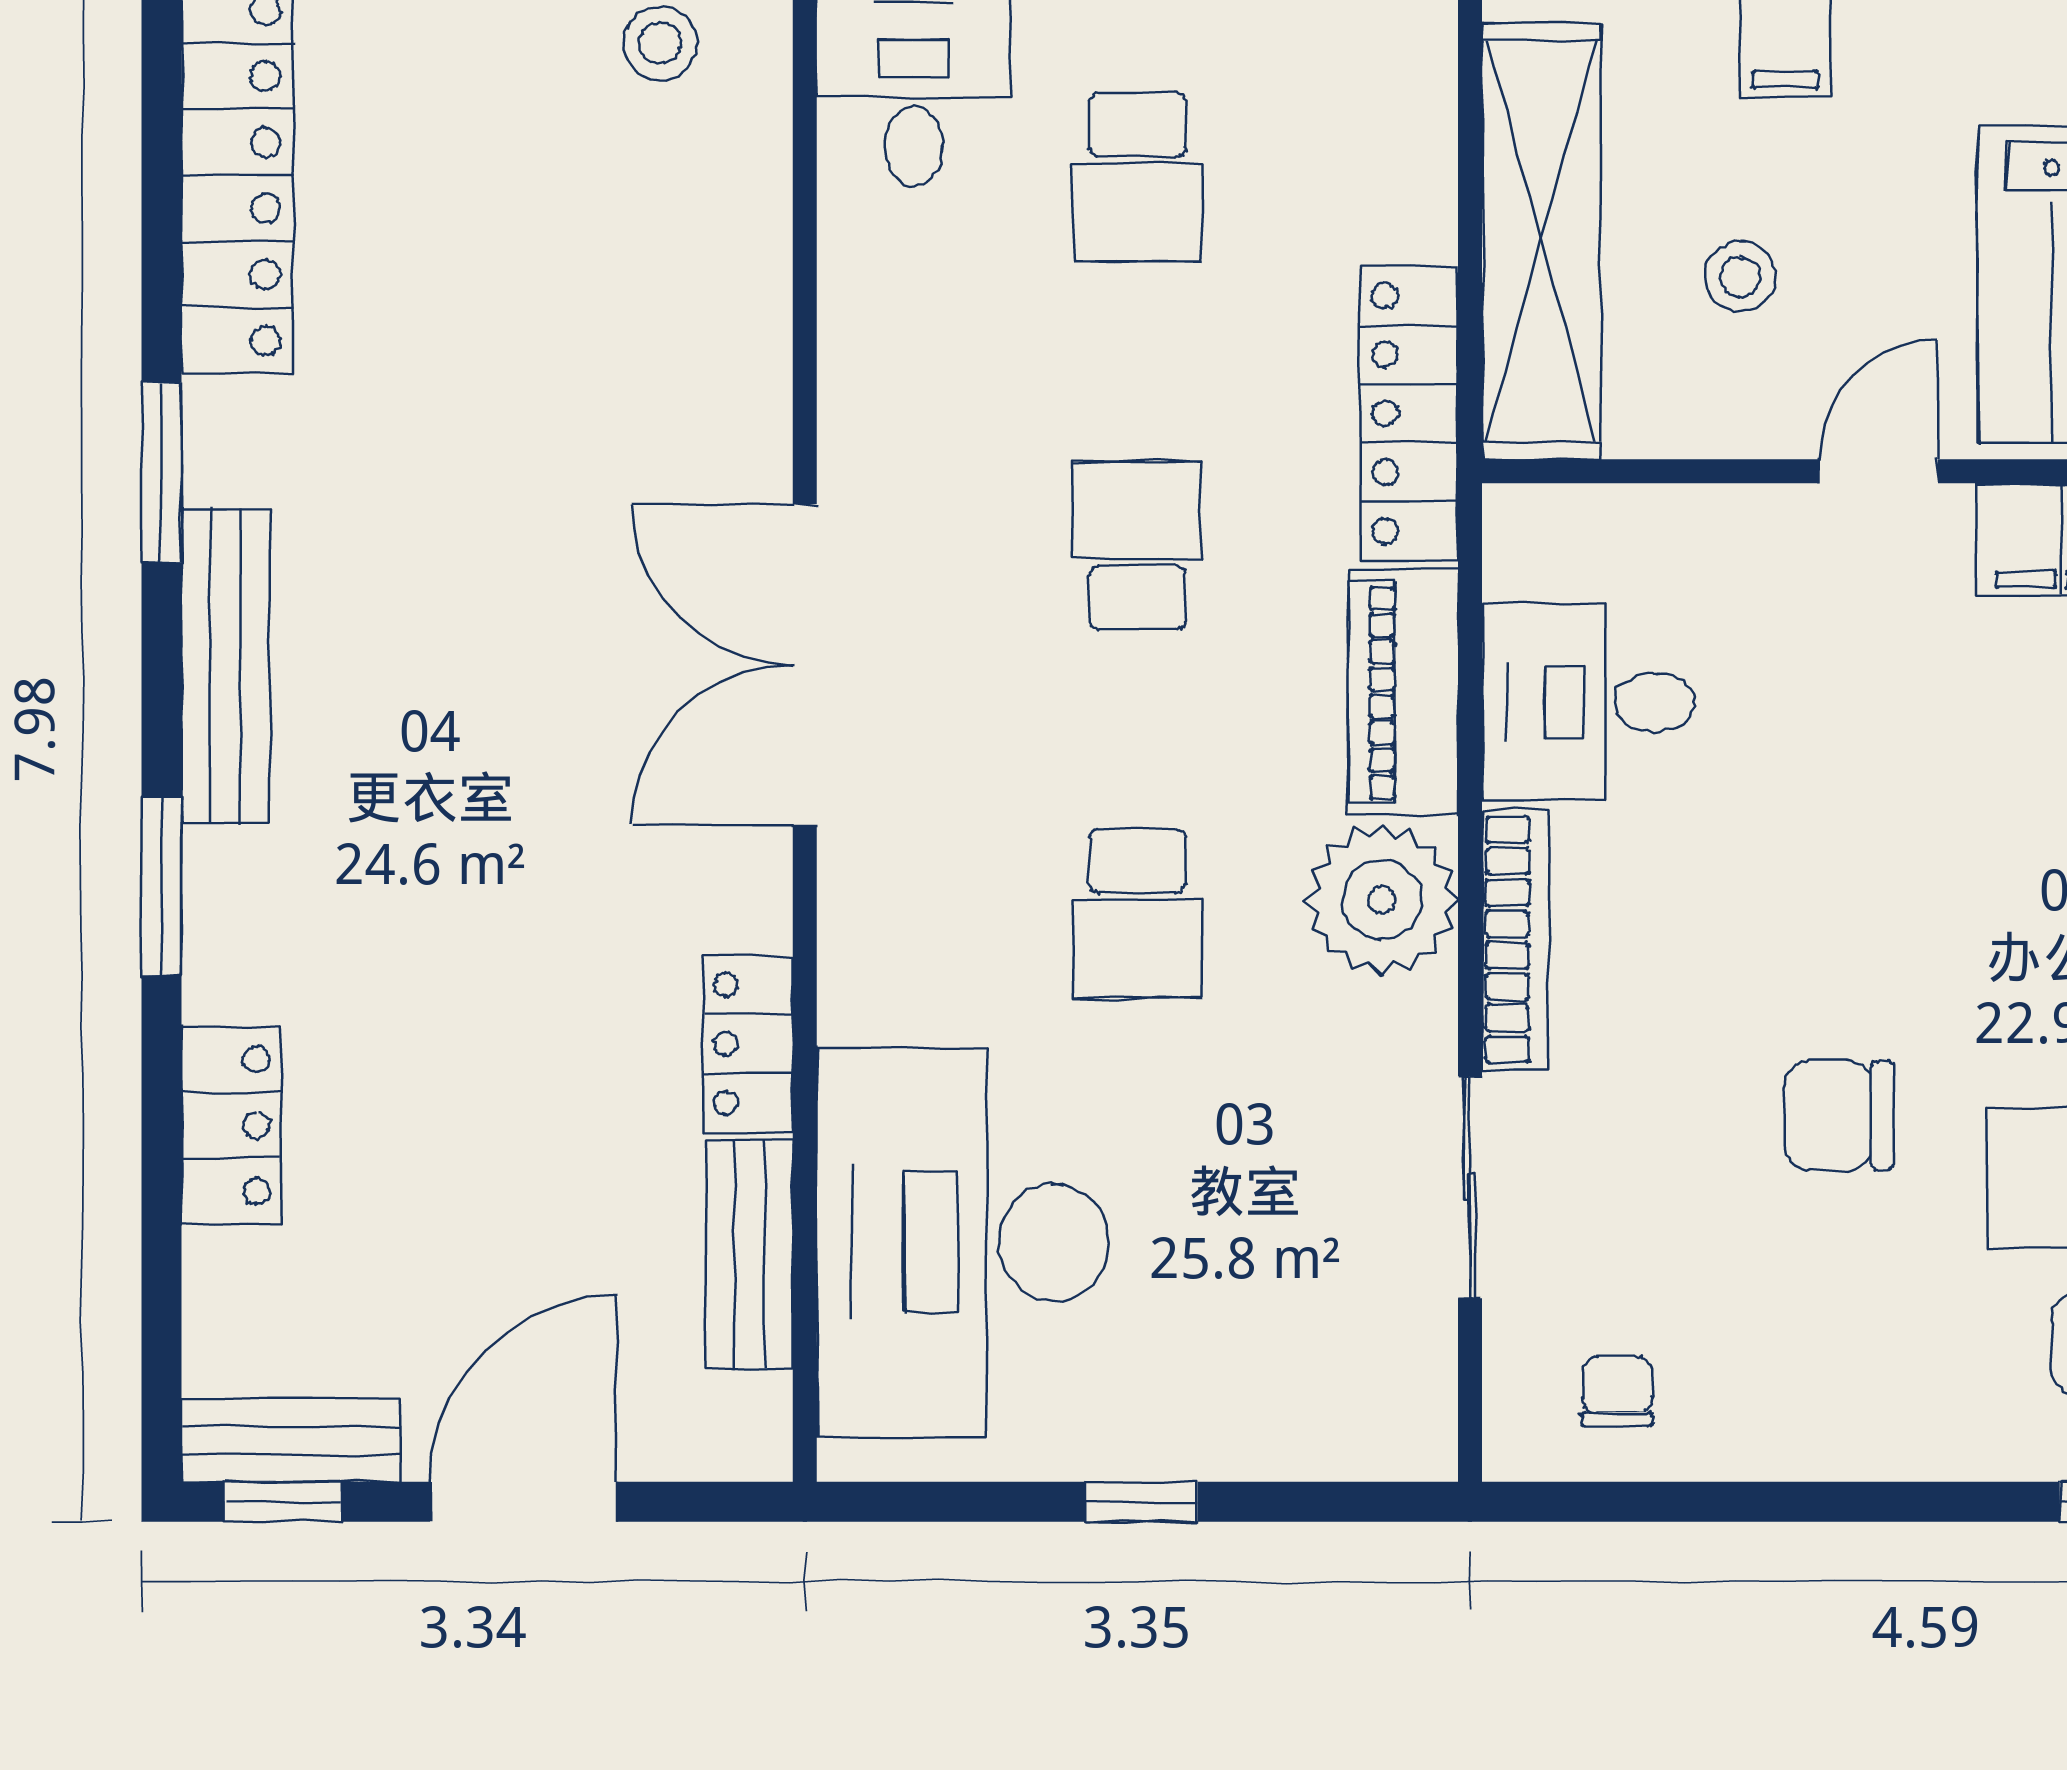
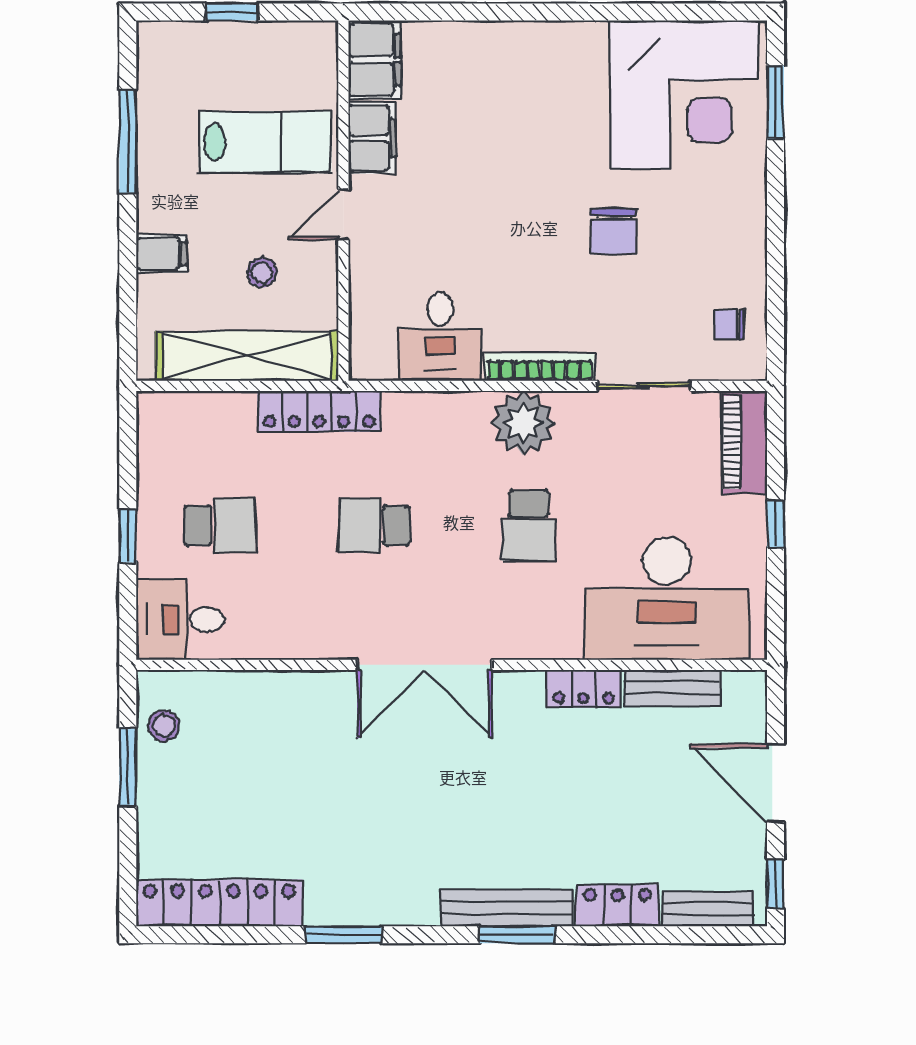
door: (1878, 471) -> (343, 215), hinge flipped
bench: (225, 666) -> (507, 908), moved
piano: (1403, 693) -> (744, 442), moved, turned 90
school desk: (1137, 914) -> (529, 525), turned 90
bench: (291, 1440) -> (708, 909), moved, turned 90

